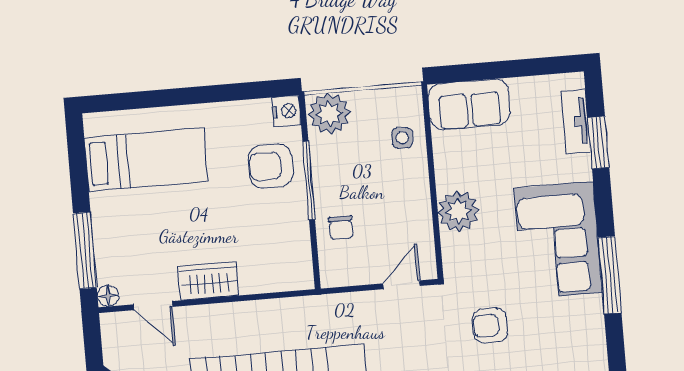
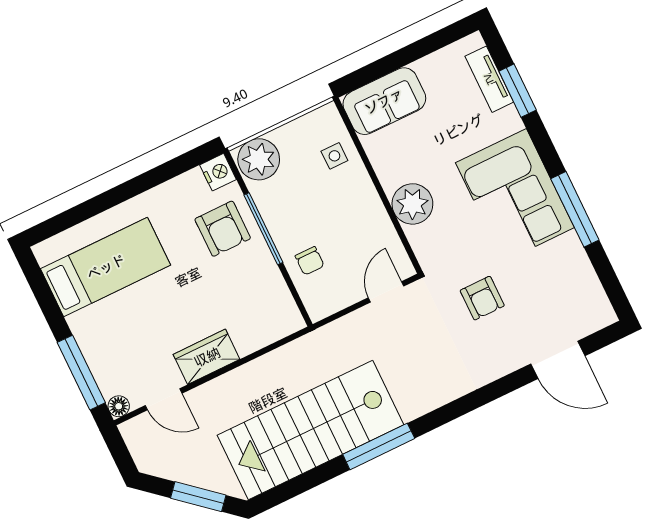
armchair: (270, 166) -> (223, 229), turned -90
armchair: (490, 325) -> (482, 298), turned -90

